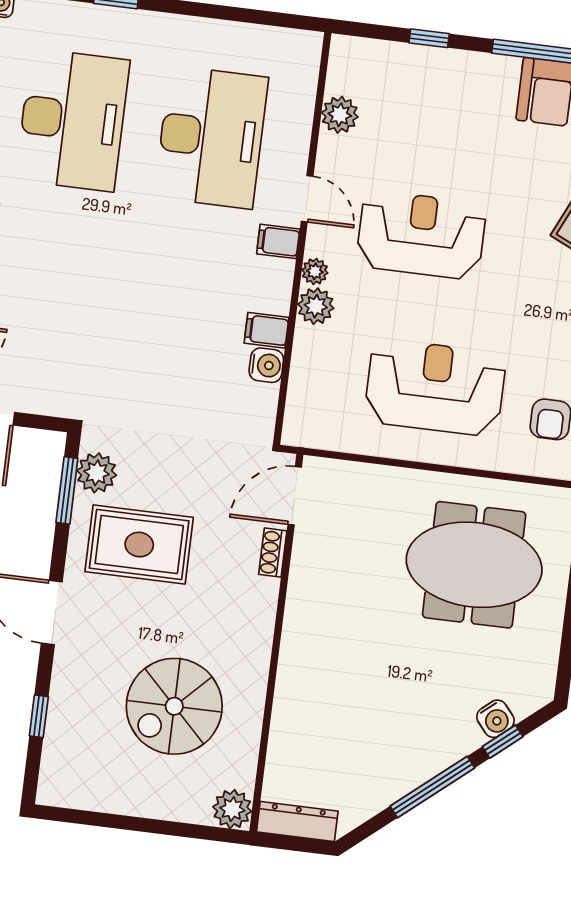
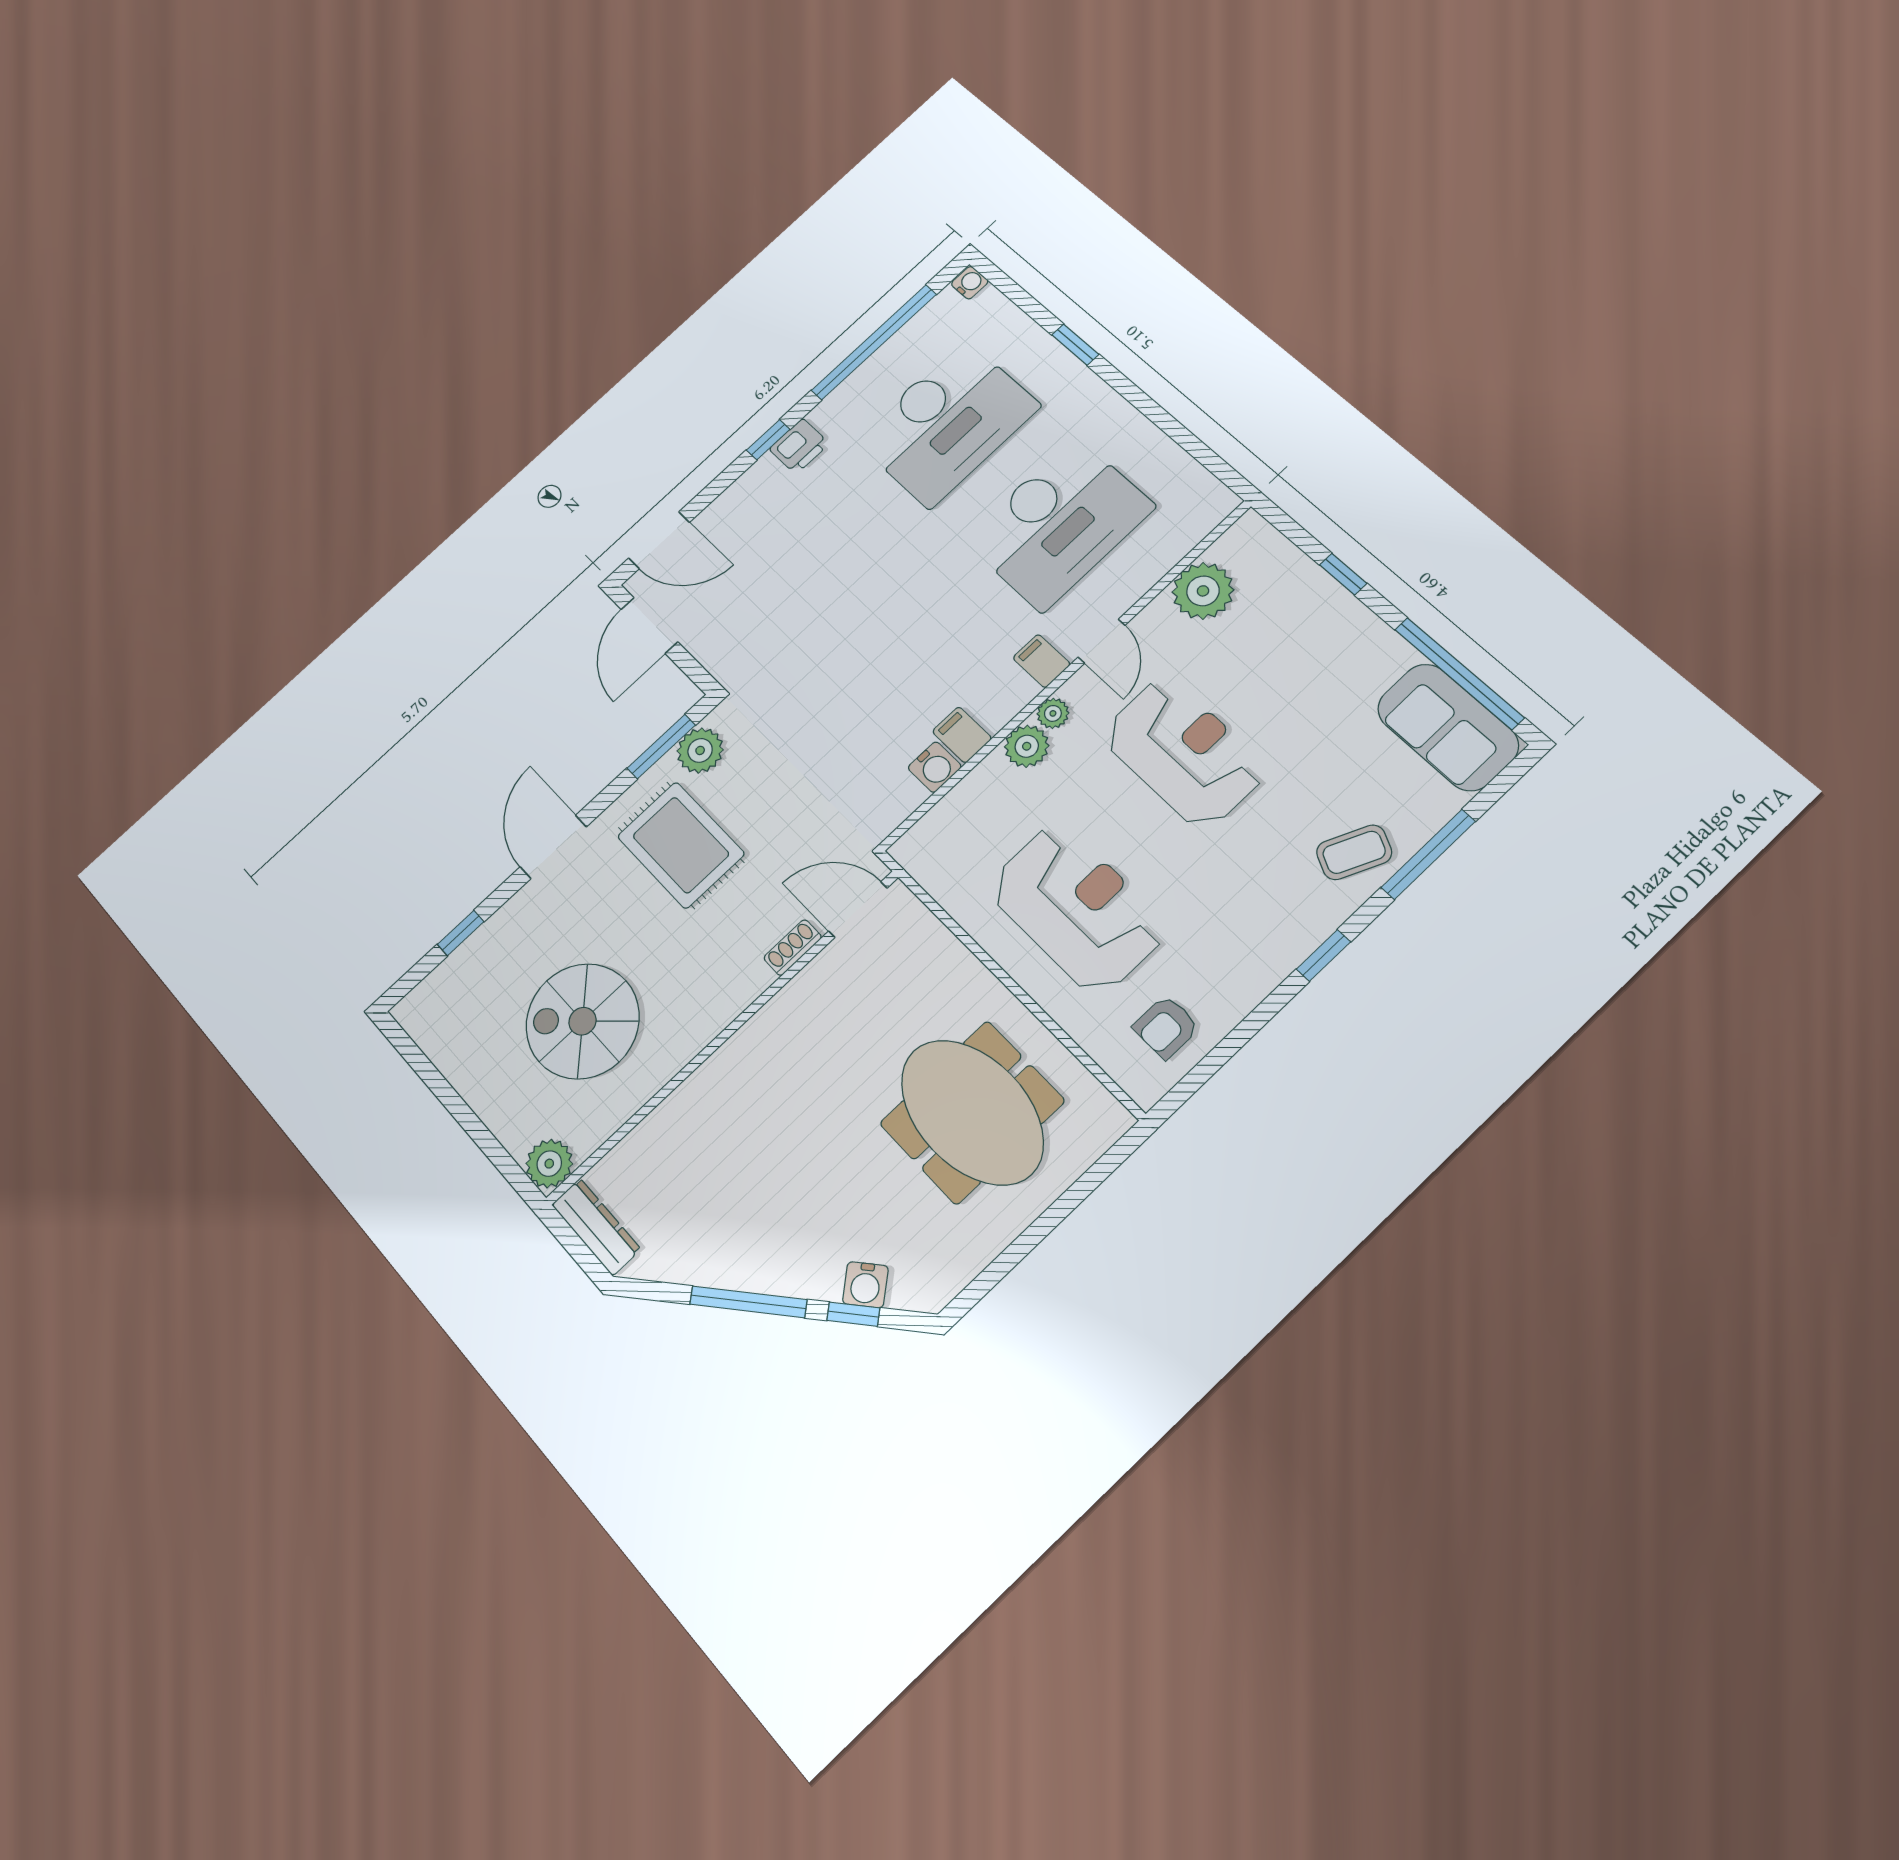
plant: (340, 115) -> (1203, 591), width x1.36, depth x1.36

